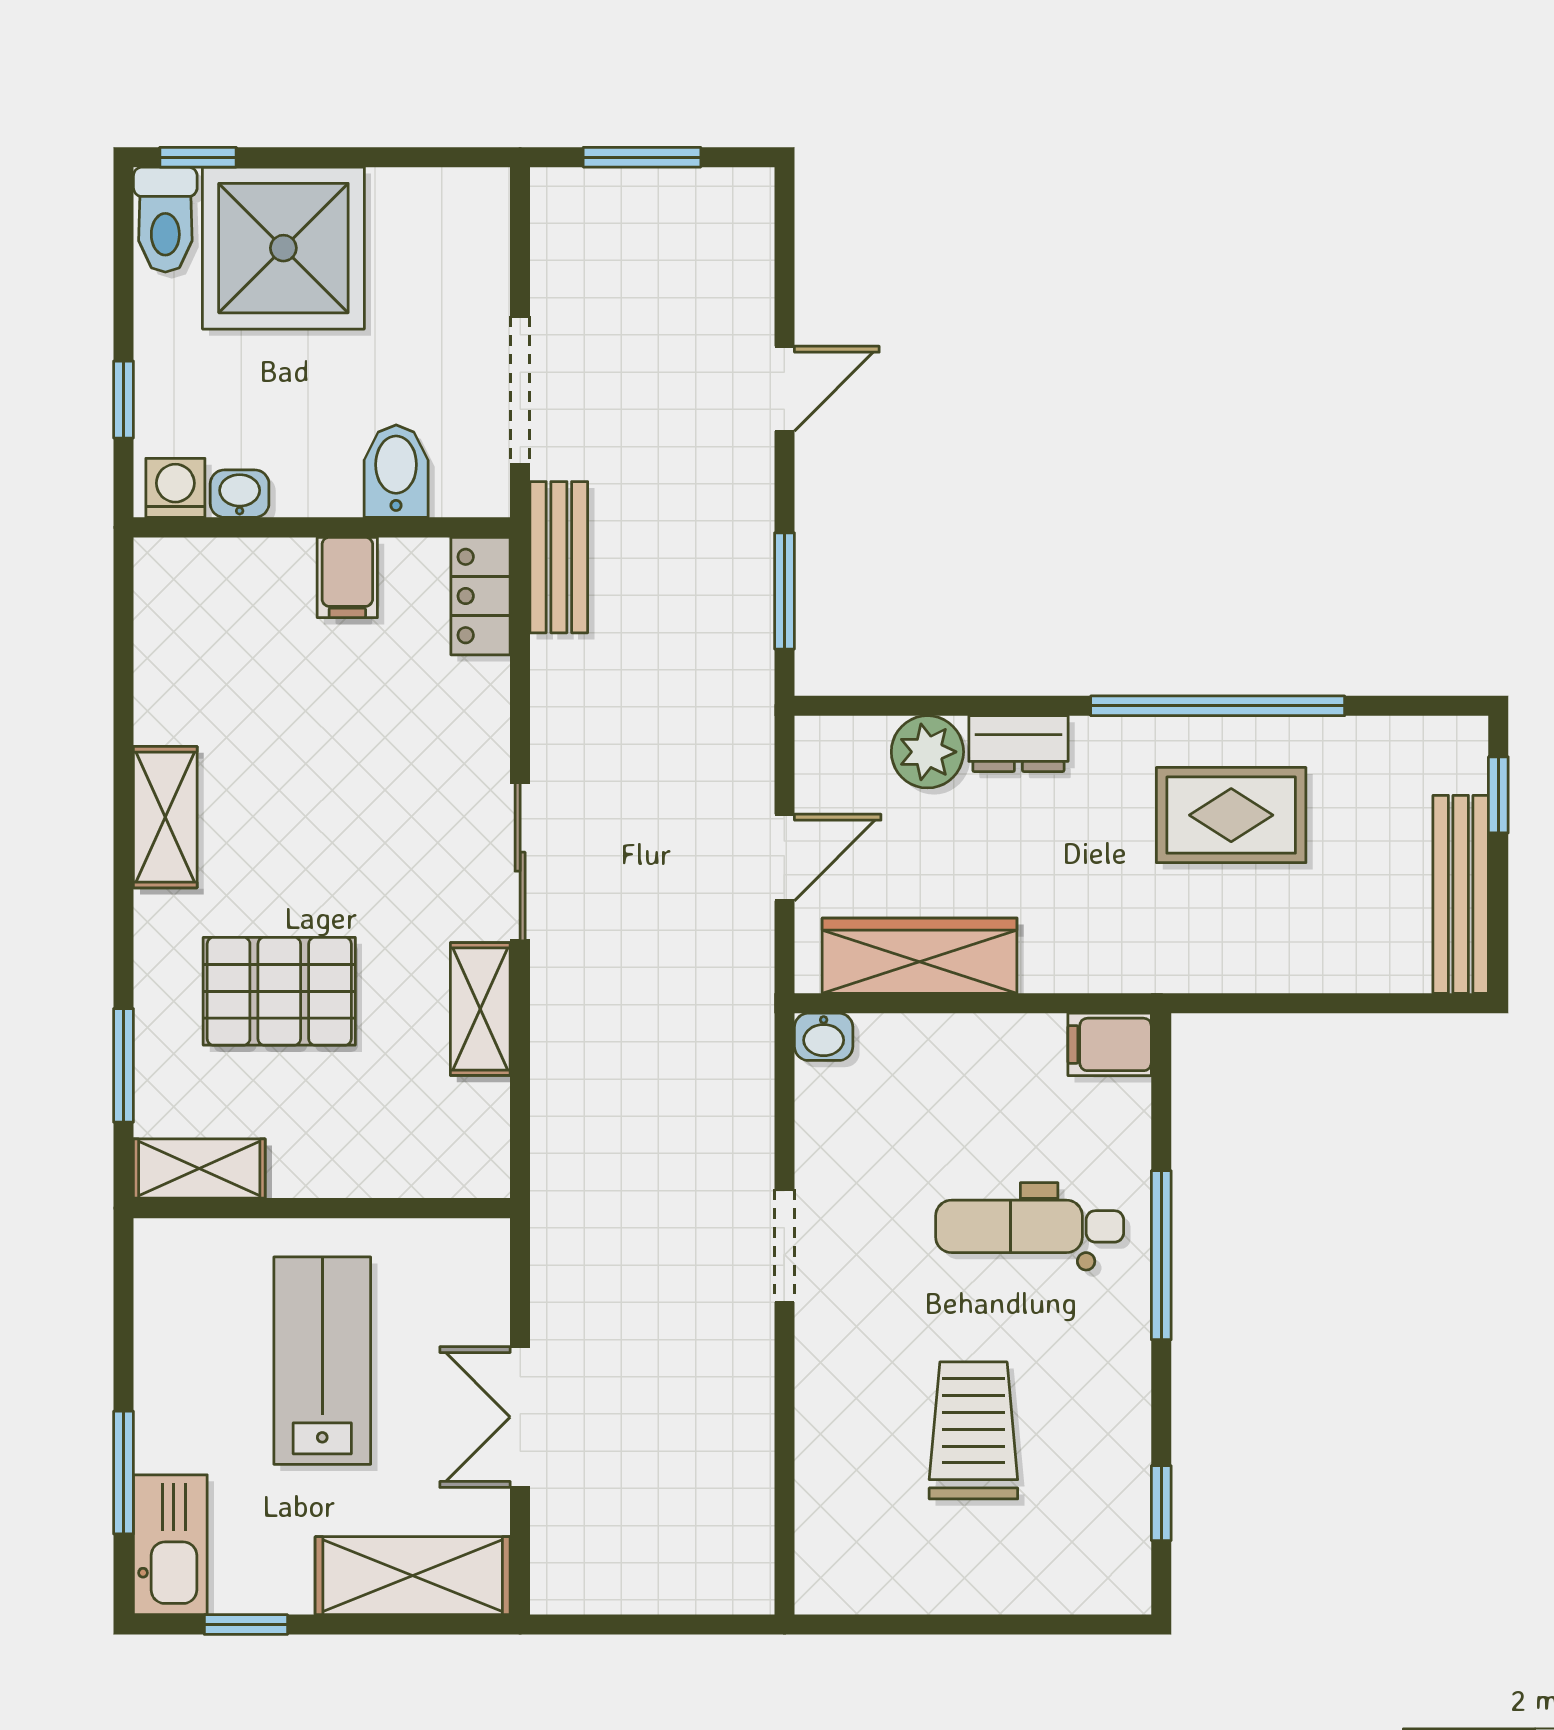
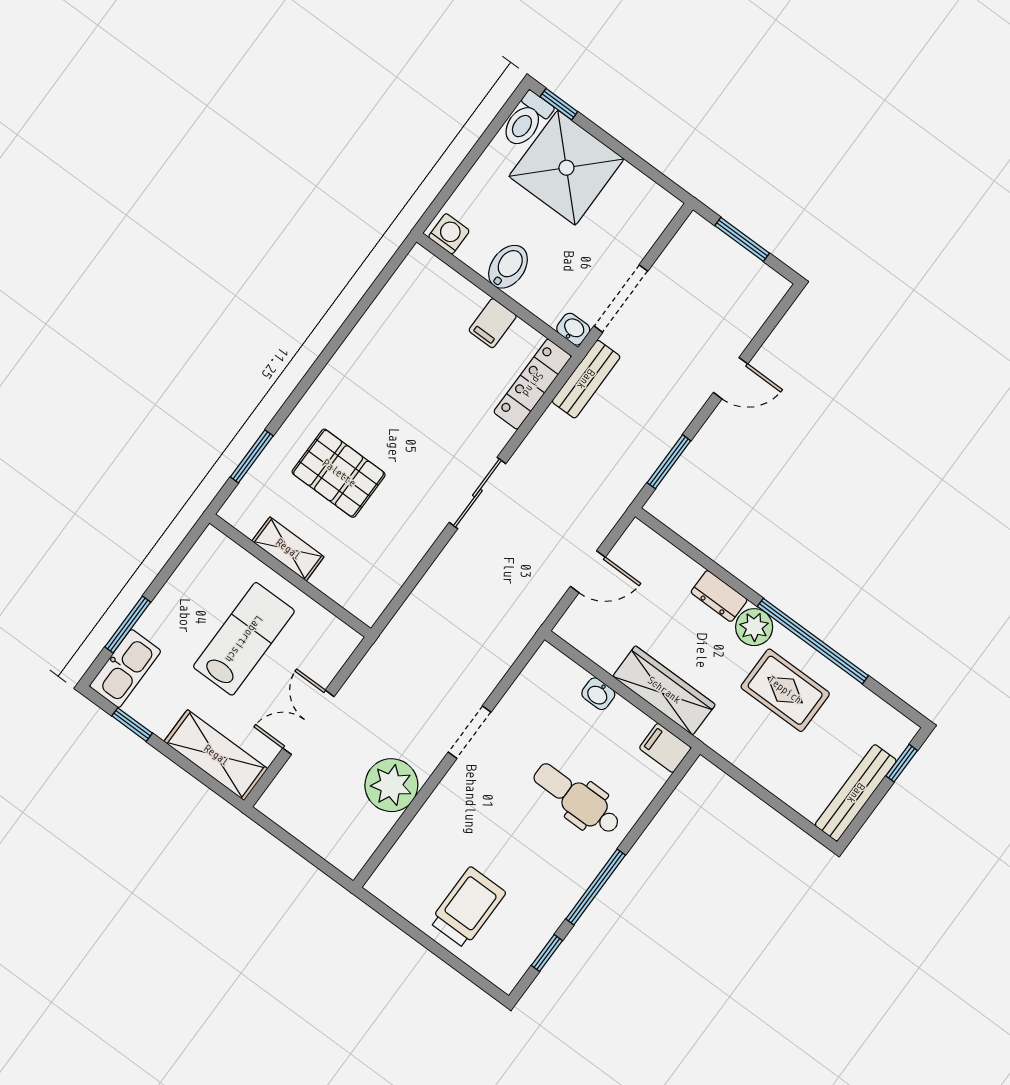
window: (123, 400) -> (454, 182), removed
bidet: (396, 471) -> (508, 267), moved
washbasin: (240, 494) -> (573, 329), moved
locker: (480, 596) -> (533, 384), width x1.53
plant: (927, 752) -> (754, 627), moved
shelving: (165, 817) -> (345, 367), removed
wardrobe: (920, 956) -> (664, 690), moved
shelving: (480, 1009) -> (416, 542), removed
washbasin: (824, 1037) -> (598, 694), moved
shelving: (199, 1169) -> (288, 549), moved
window: (1161, 1255) -> (596, 887), moved
plant: (723, 1420) -> (391, 785), added
trolley: (973, 1430) -> (468, 907), moved

